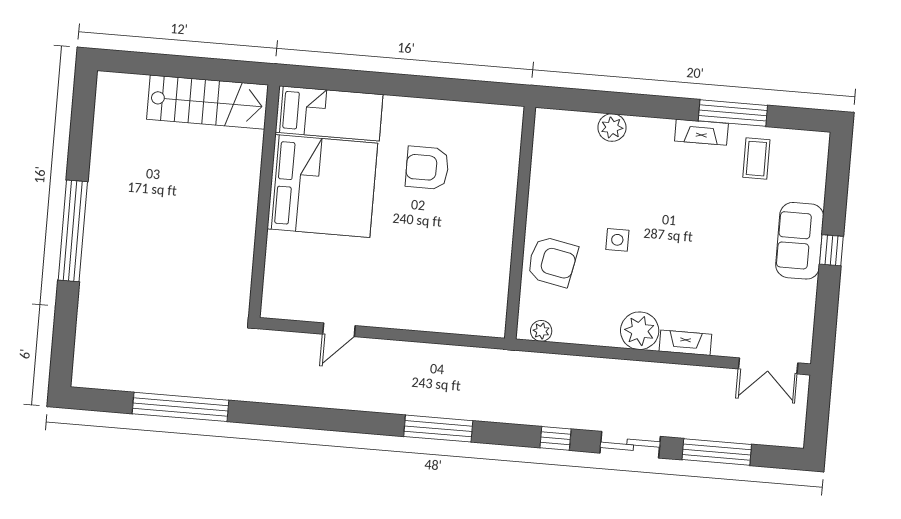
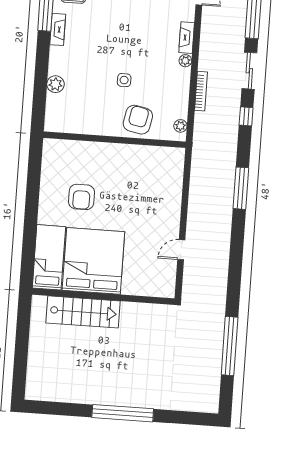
stairs: (208, 102) -> (83, 312), moved, turned 90
door: (339, 330) -> (181, 250), swing flipped
plant: (640, 331) -> (185, 61), width x0.53, depth x0.53
bookcase: (598, 365) -> (201, 91), added

